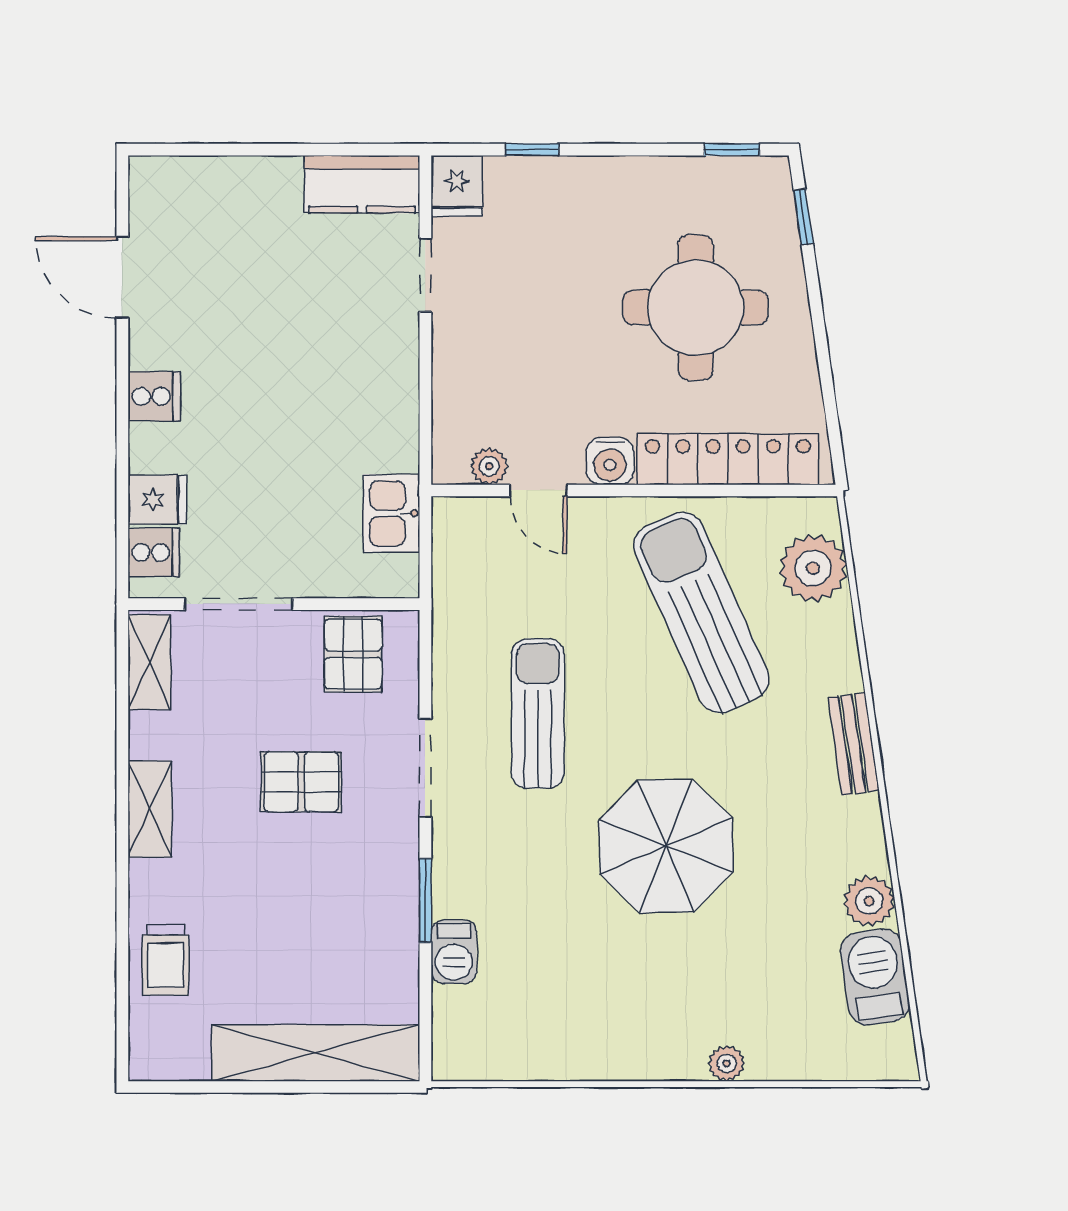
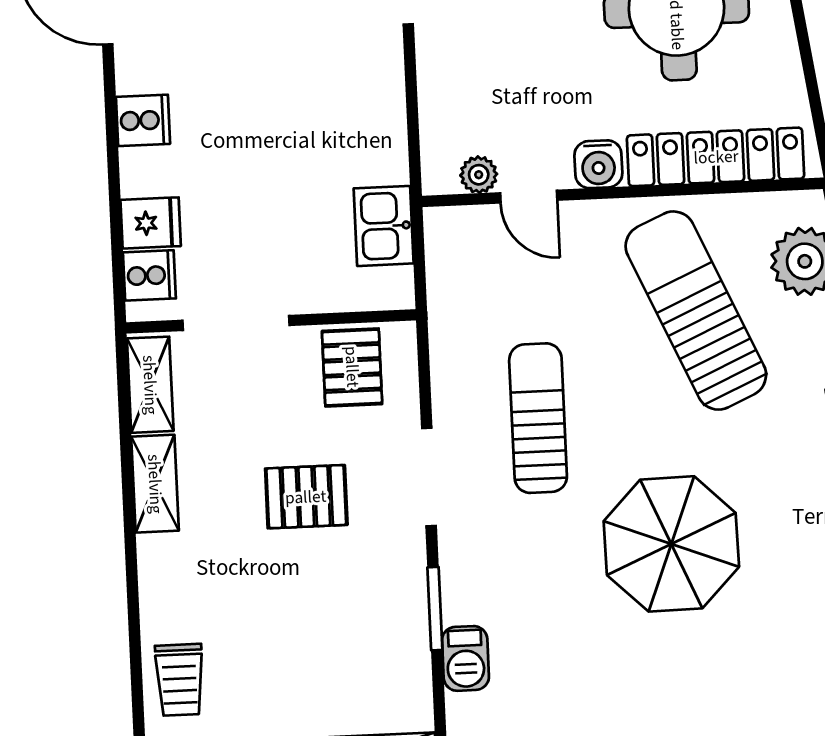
shelving: (150, 809) -> (155, 484), moved

